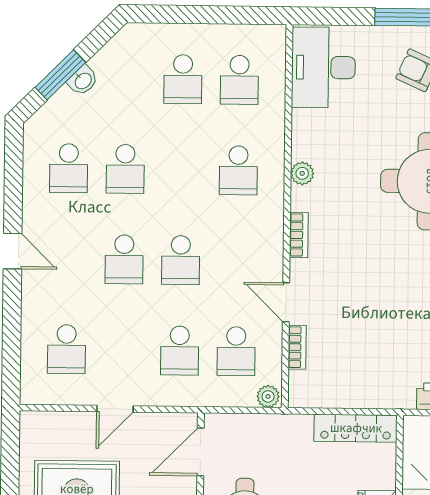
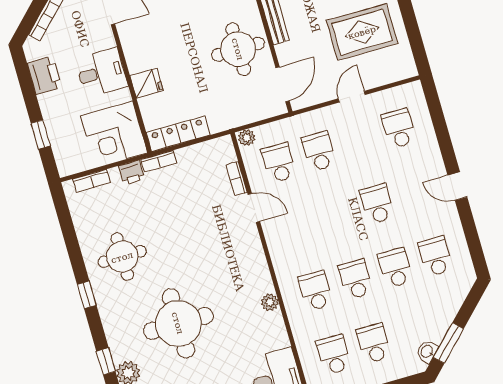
window: (60, 75) -> (448, 343), moved
washbasin: (83, 81) -> (427, 352), moved
bookcase: (299, 235) -> (159, 161), moved, turned -90
school desk: (181, 260) -> (355, 279), moved

